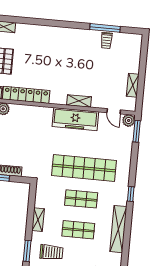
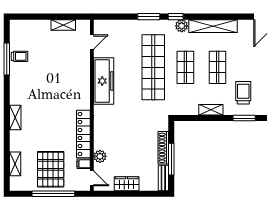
shelving: (79, 101) -> (15, 117), moved
plant: (129, 120) -> (182, 26), moved
window: (137, 131) -> (149, 17), moved

